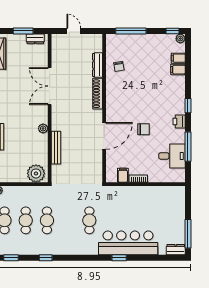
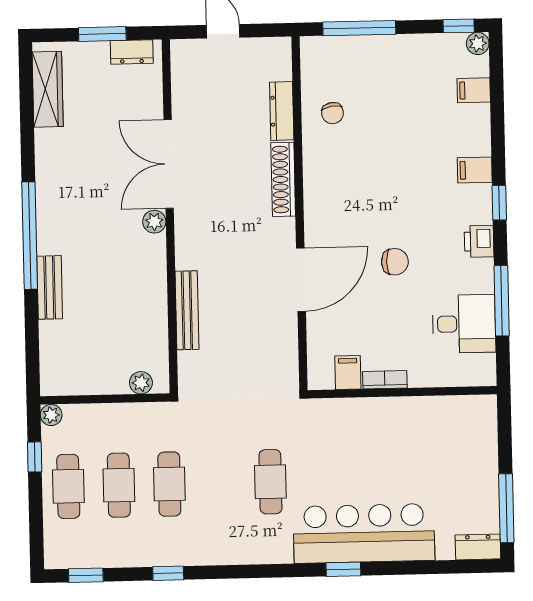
filing cabinet: (178, 70) -> (475, 170), moved
plant: (43, 128) -> (154, 222), moved
plant: (36, 173) -> (141, 383), width x0.53, depth x0.53

